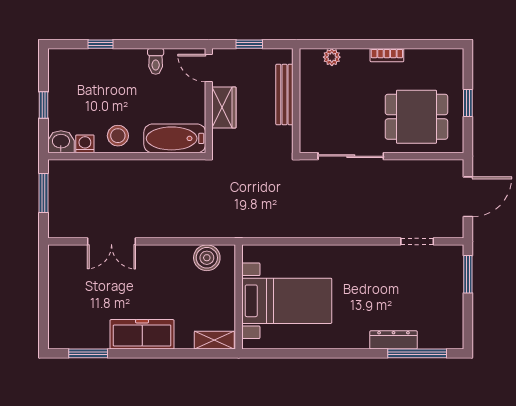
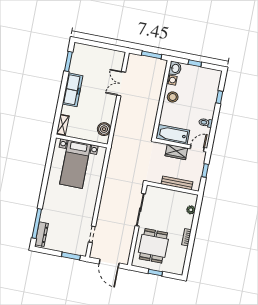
bathtub: (175, 138) -> (173, 134), moved, turned -90
dresser: (394, 340) -> (42, 234), moved

